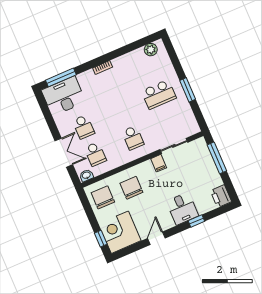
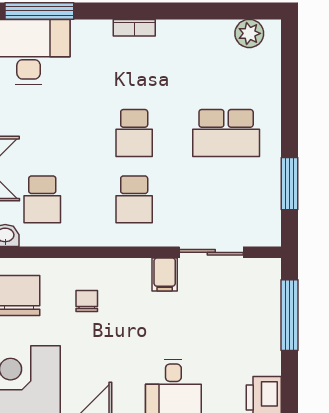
window: (188, 90) -> (290, 184), moved
school desk: (84, 127) -> (134, 133), moved
chair: (131, 188) -> (87, 301), width x0.54, depth x0.54

